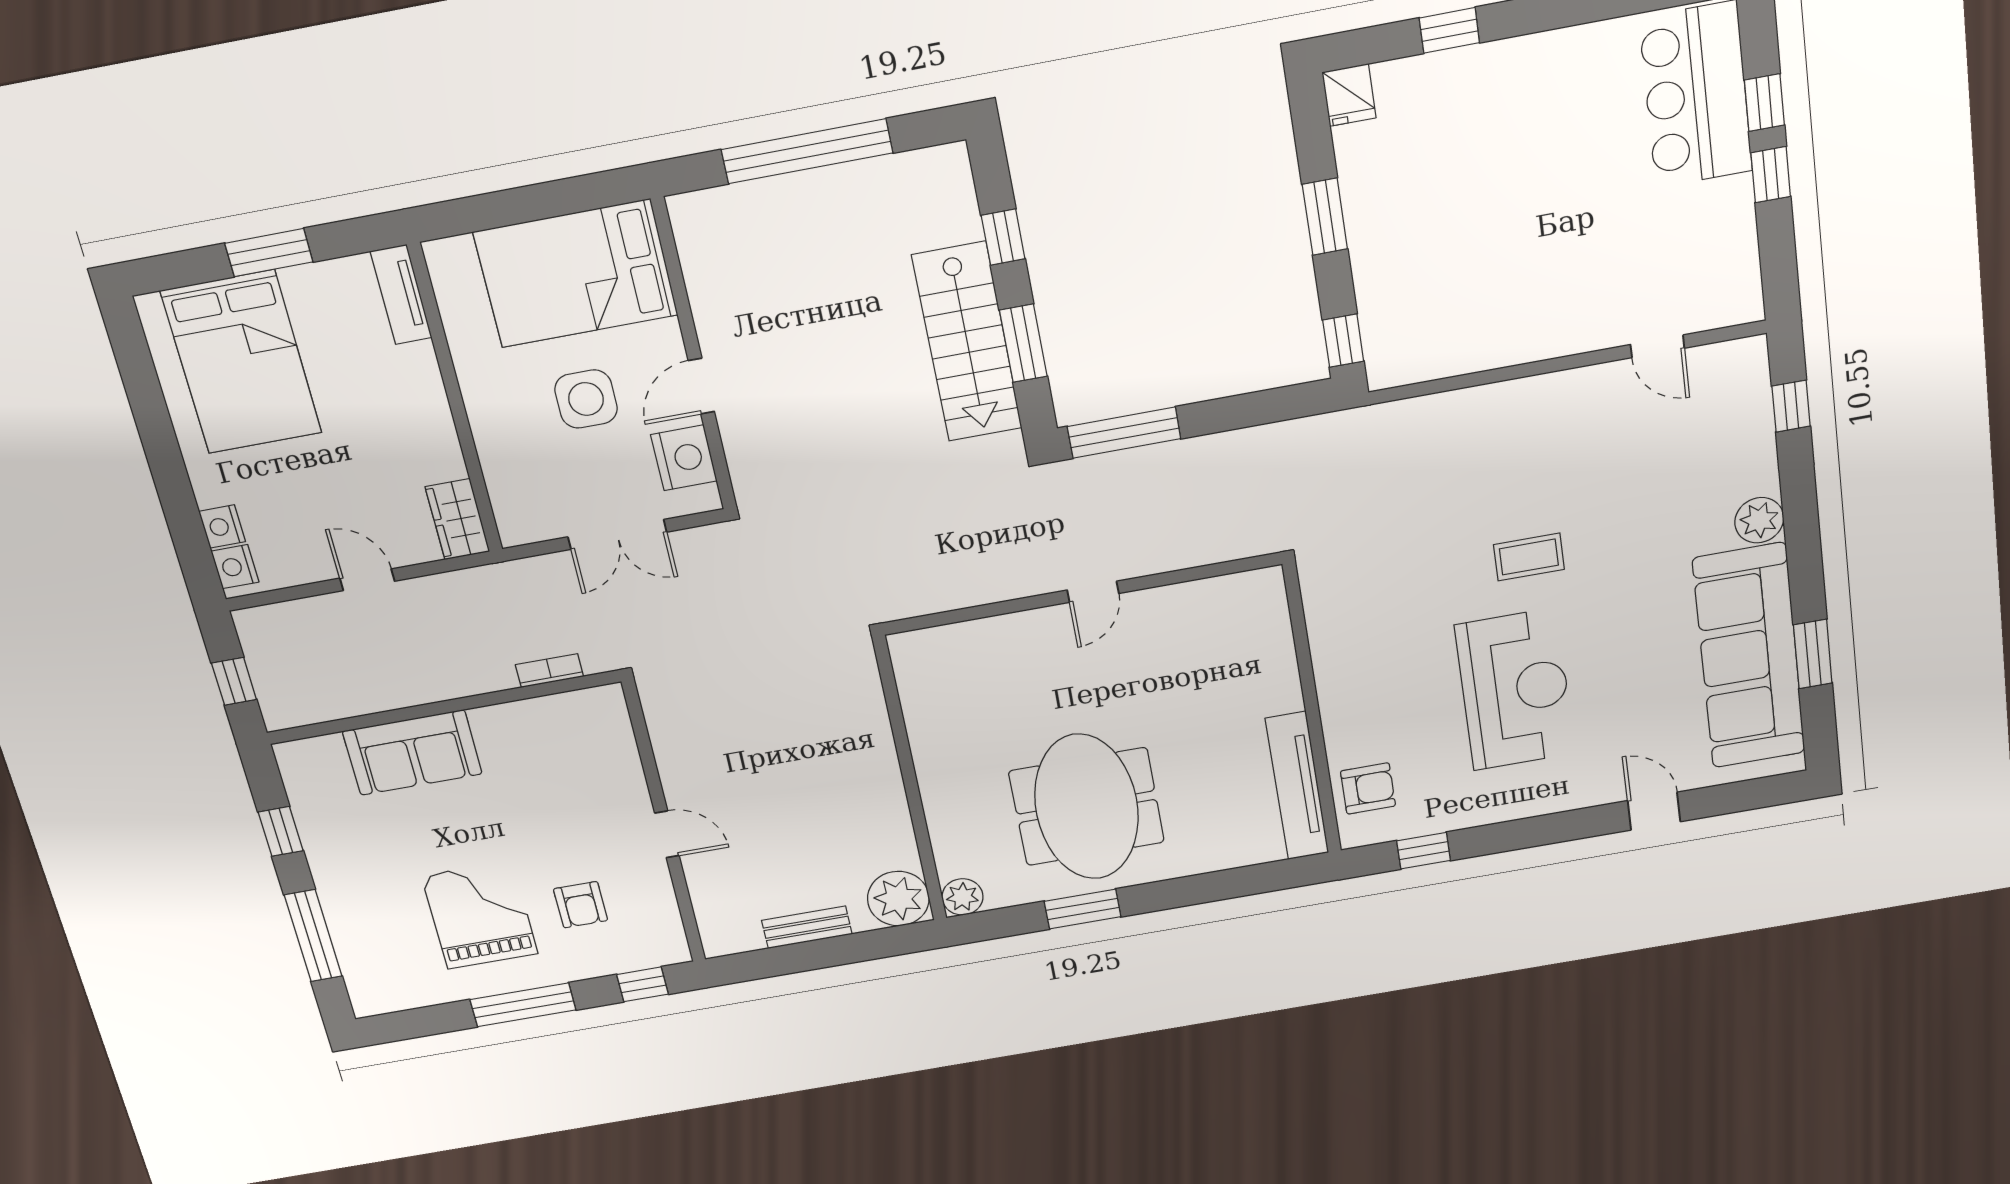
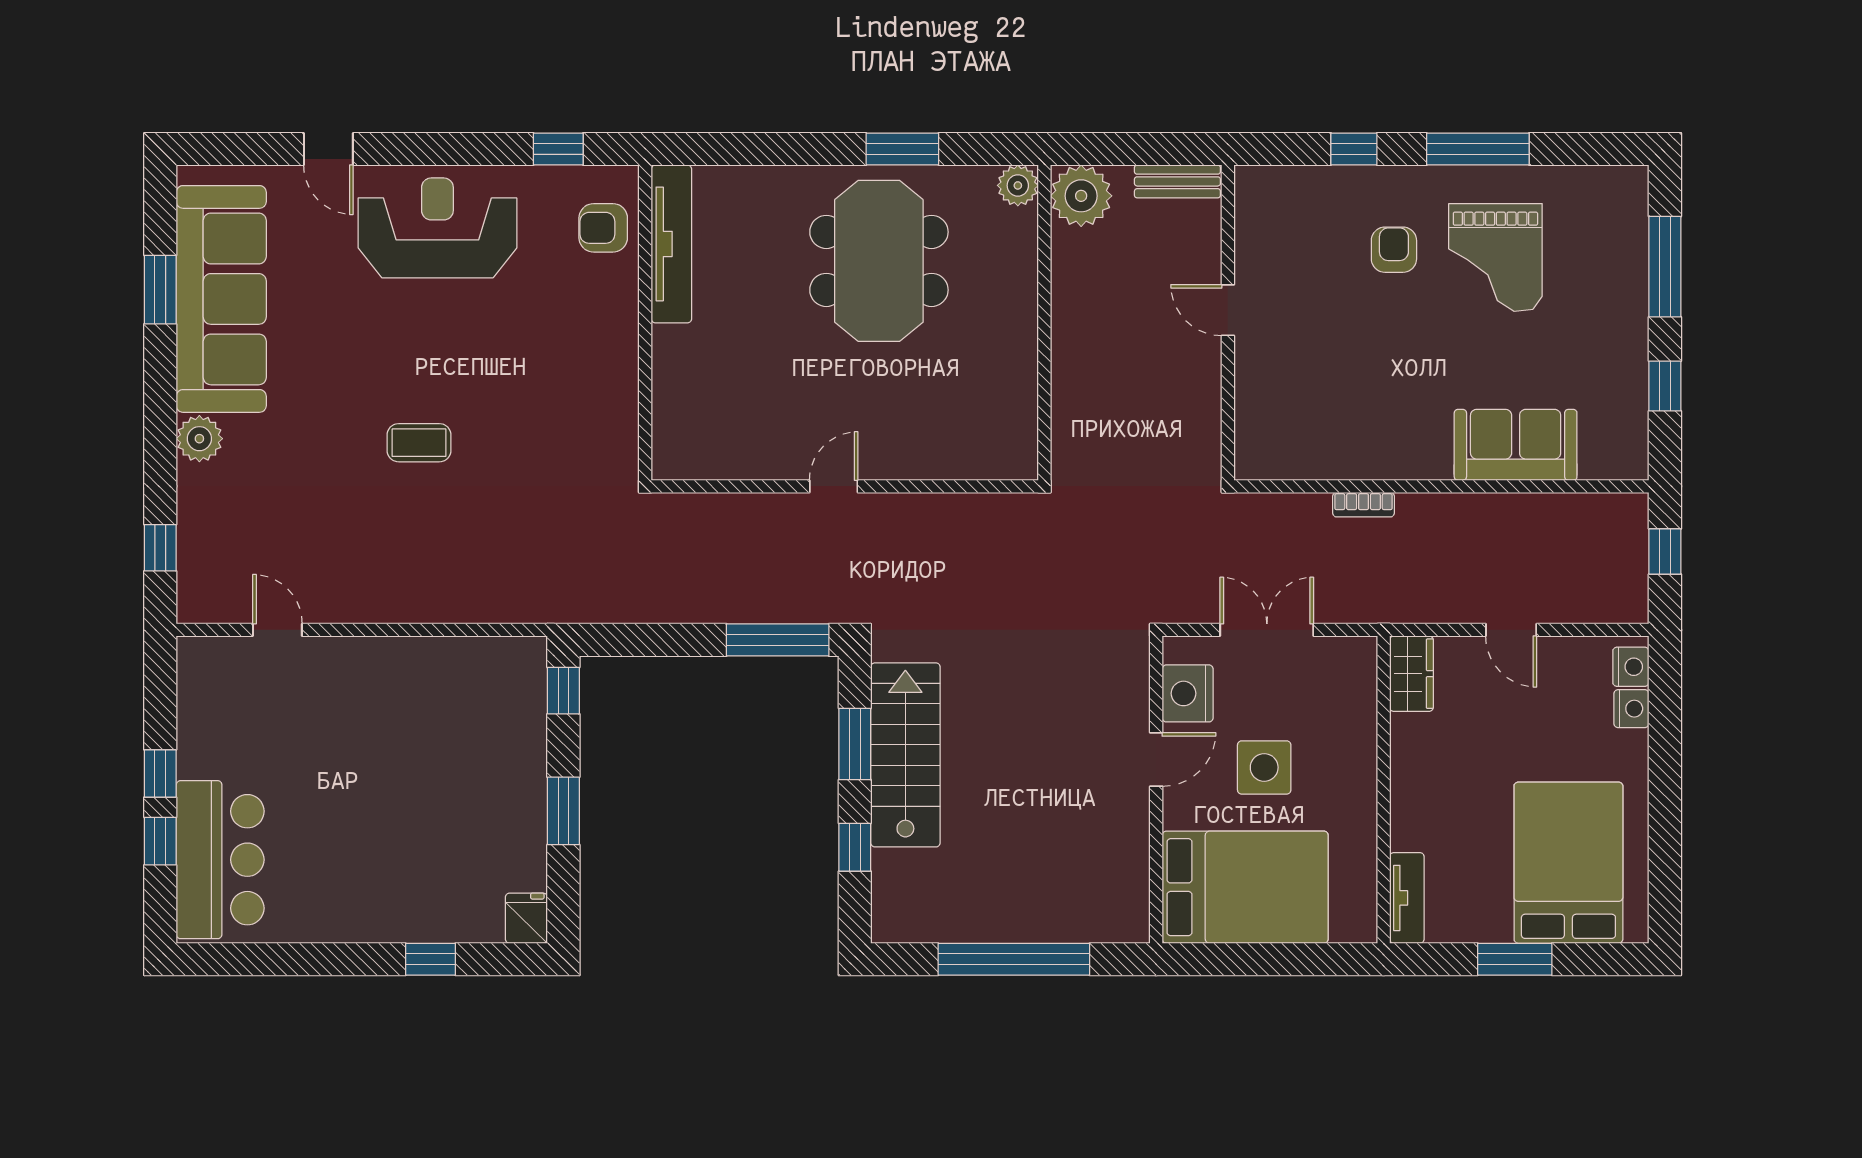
reception desk: (1515, 690) -> (437, 228), moved, turned 90
wall: (664, 823) -> (1228, 323), moved
door: (667, 834) -> (1228, 310), moved

